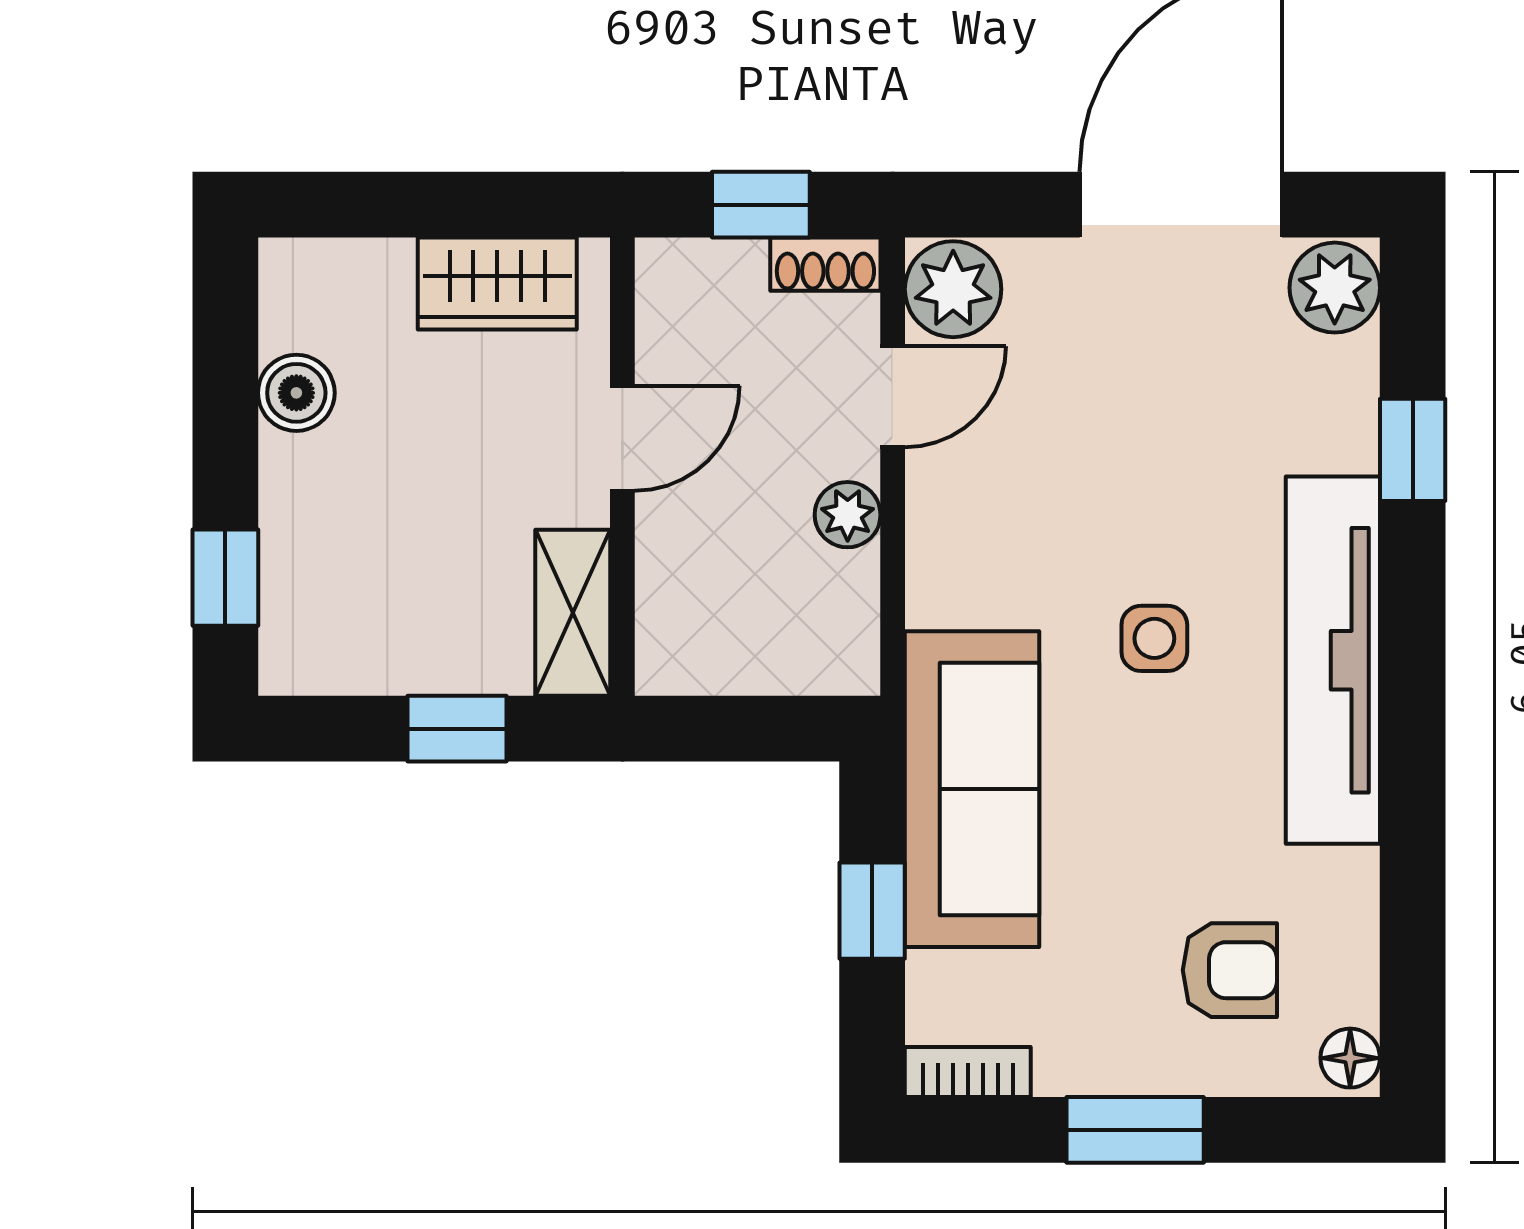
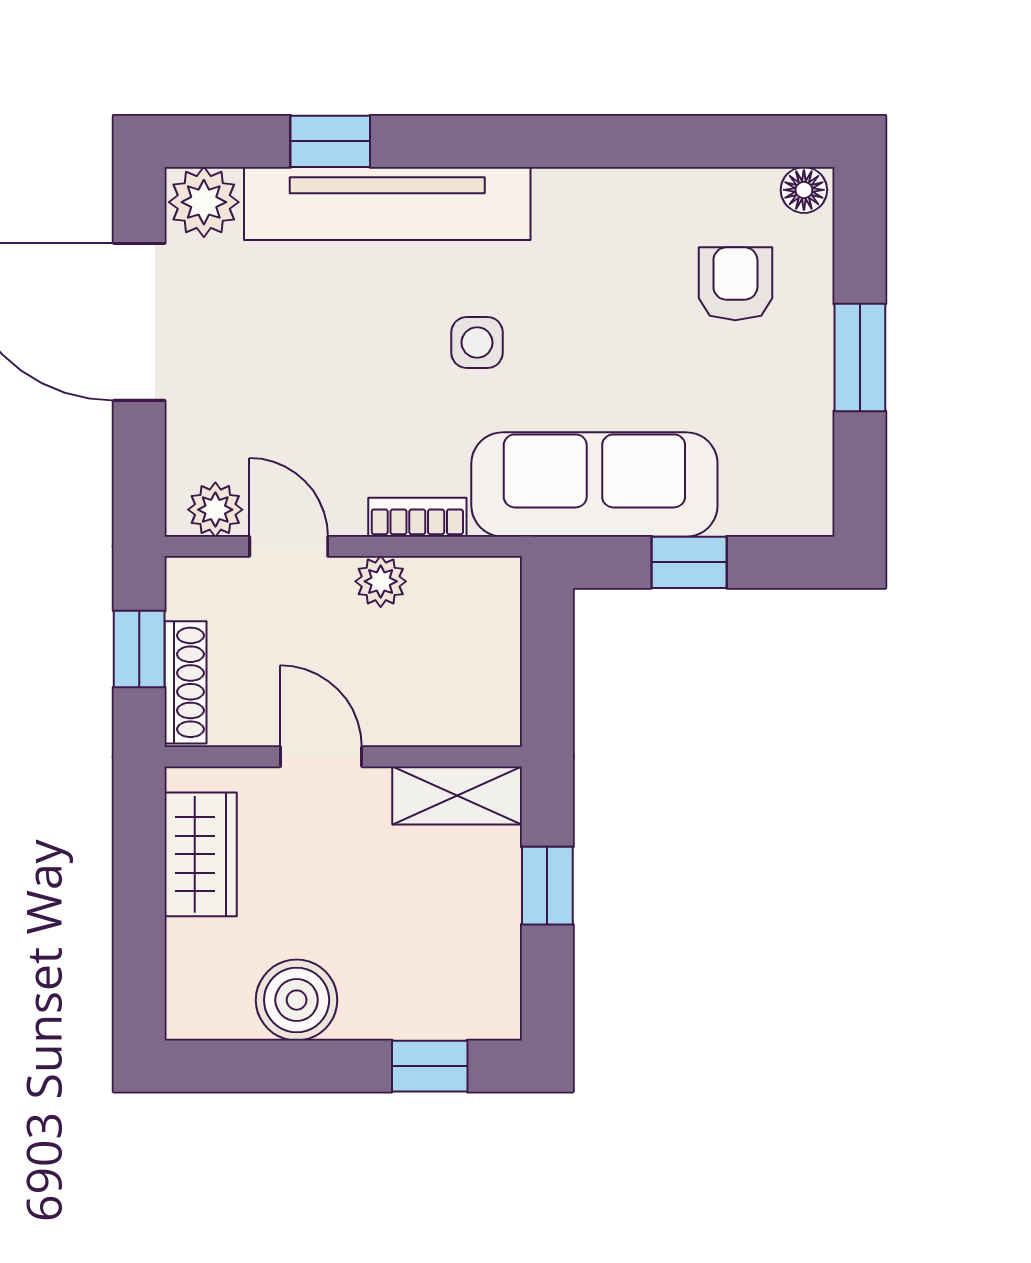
shoe rack: (825, 264) -> (185, 682), moved, width x1.43
plant: (953, 289) -> (215, 510), width x0.73, depth x0.73
boiler: (296, 393) -> (297, 1000), width x1.36, depth x1.36
tv unit: (1333, 660) -> (387, 204), moved
bookcase: (968, 1072) -> (417, 517), moved, turned 90

